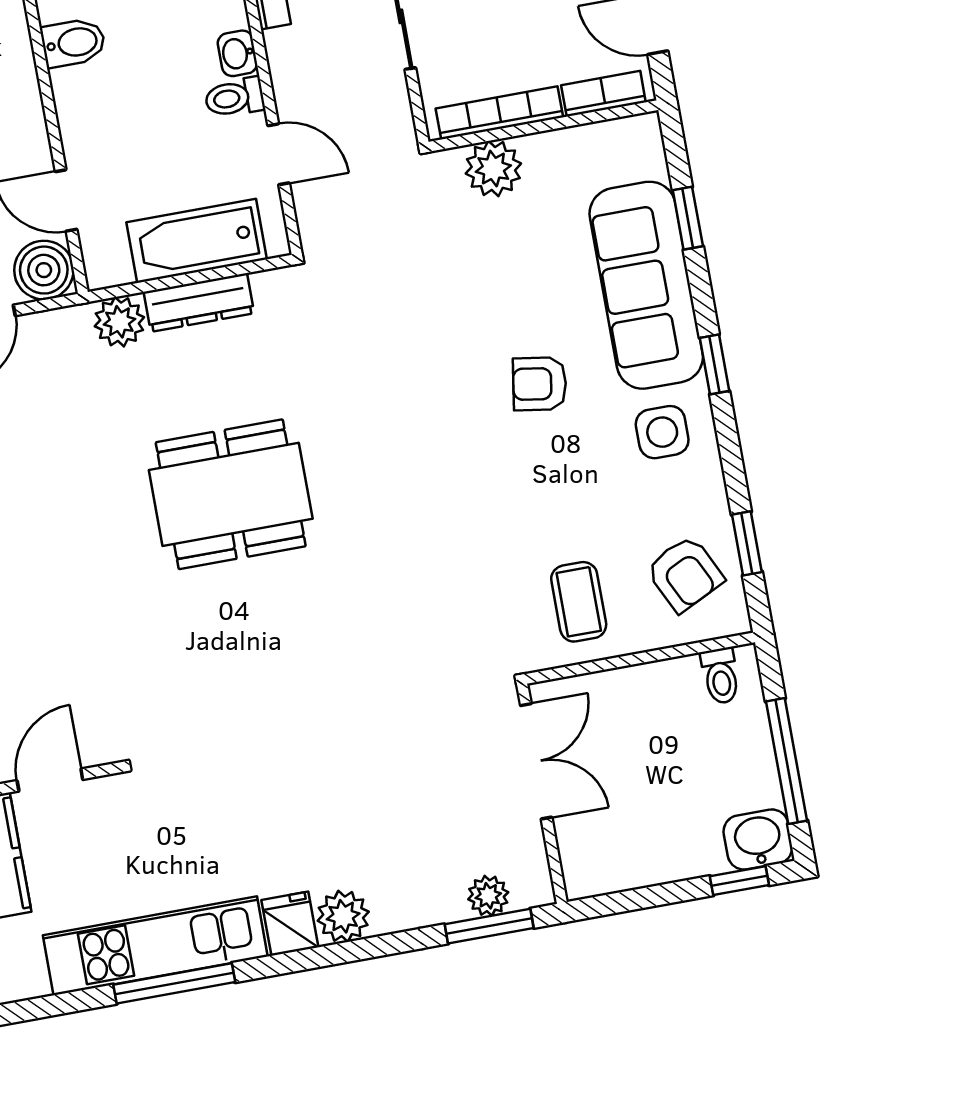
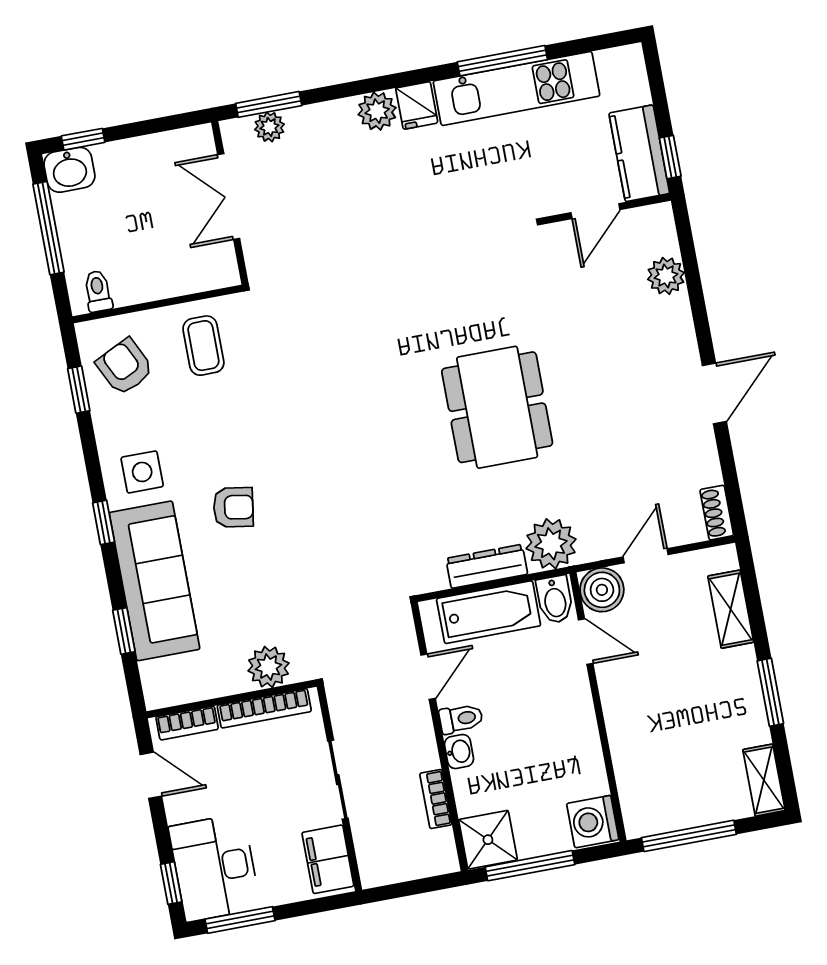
bidet: (73, 43) -> (555, 599), moved, turned -90
door: (279, 154) -> (428, 677), swing flipped
plant: (119, 322) -> (551, 544), width x1.36, depth x1.36
dining table: (231, 494) -> (497, 407), moved, turned 90
double door: (536, 761) -> (229, 196), moved

